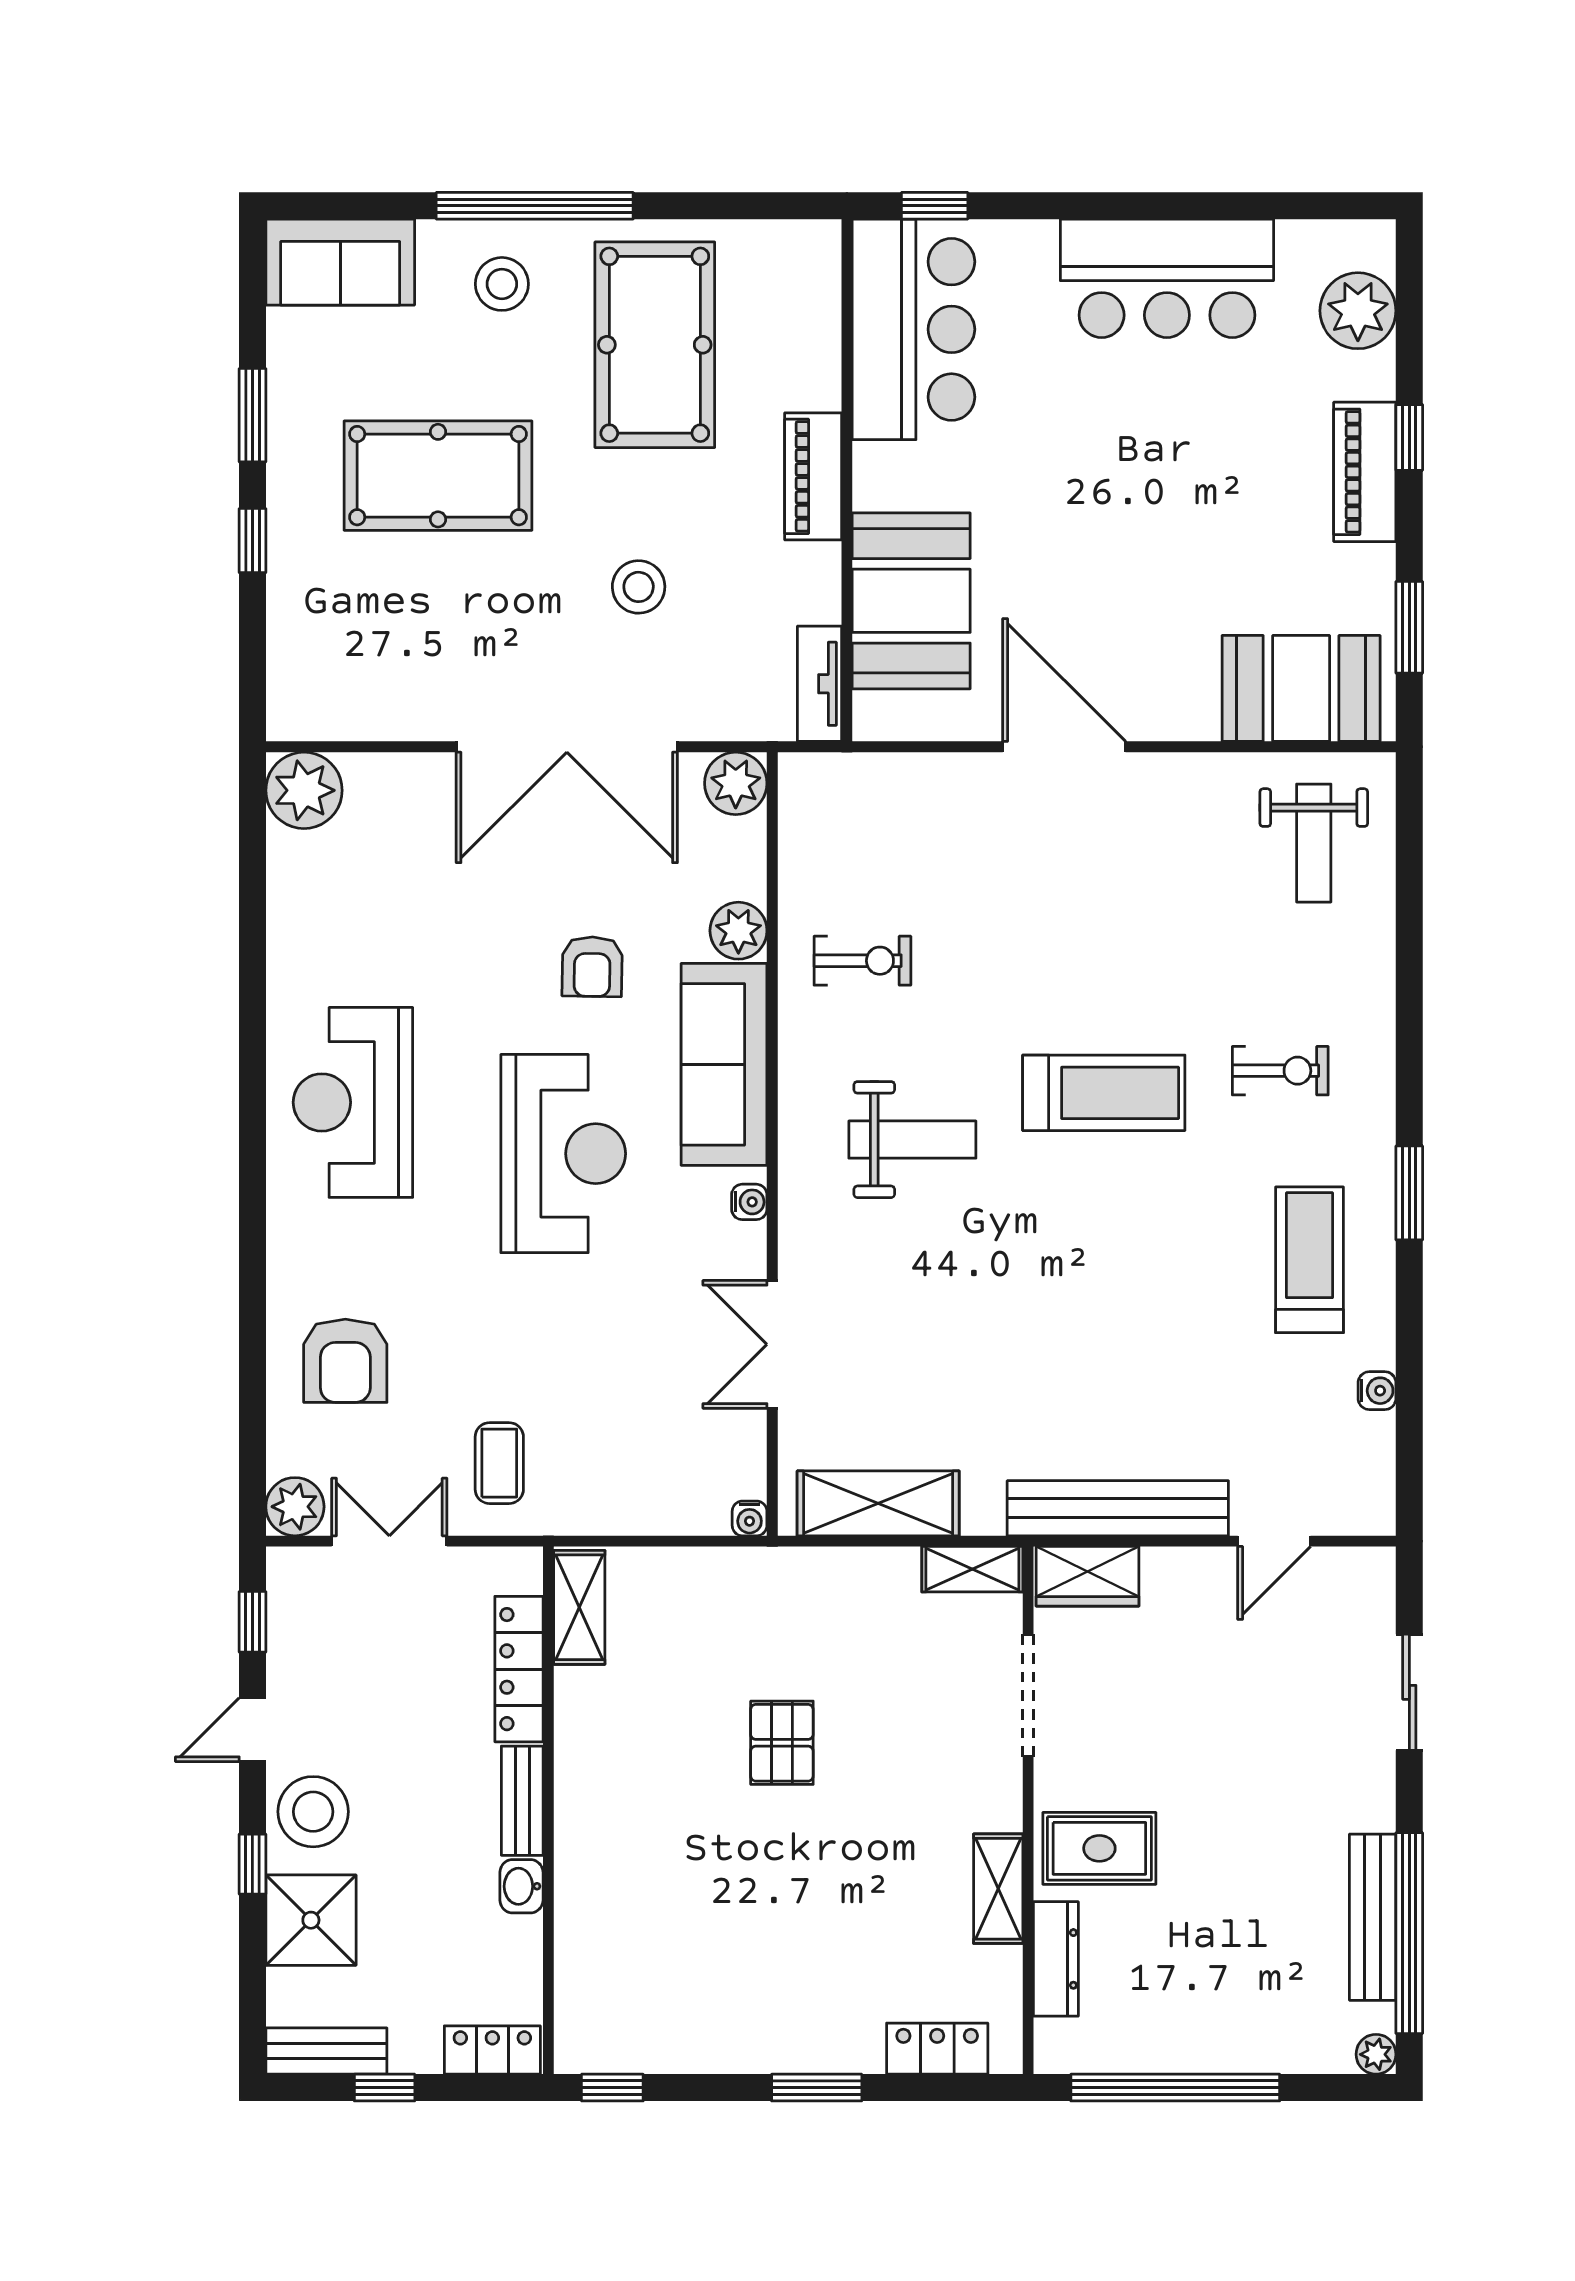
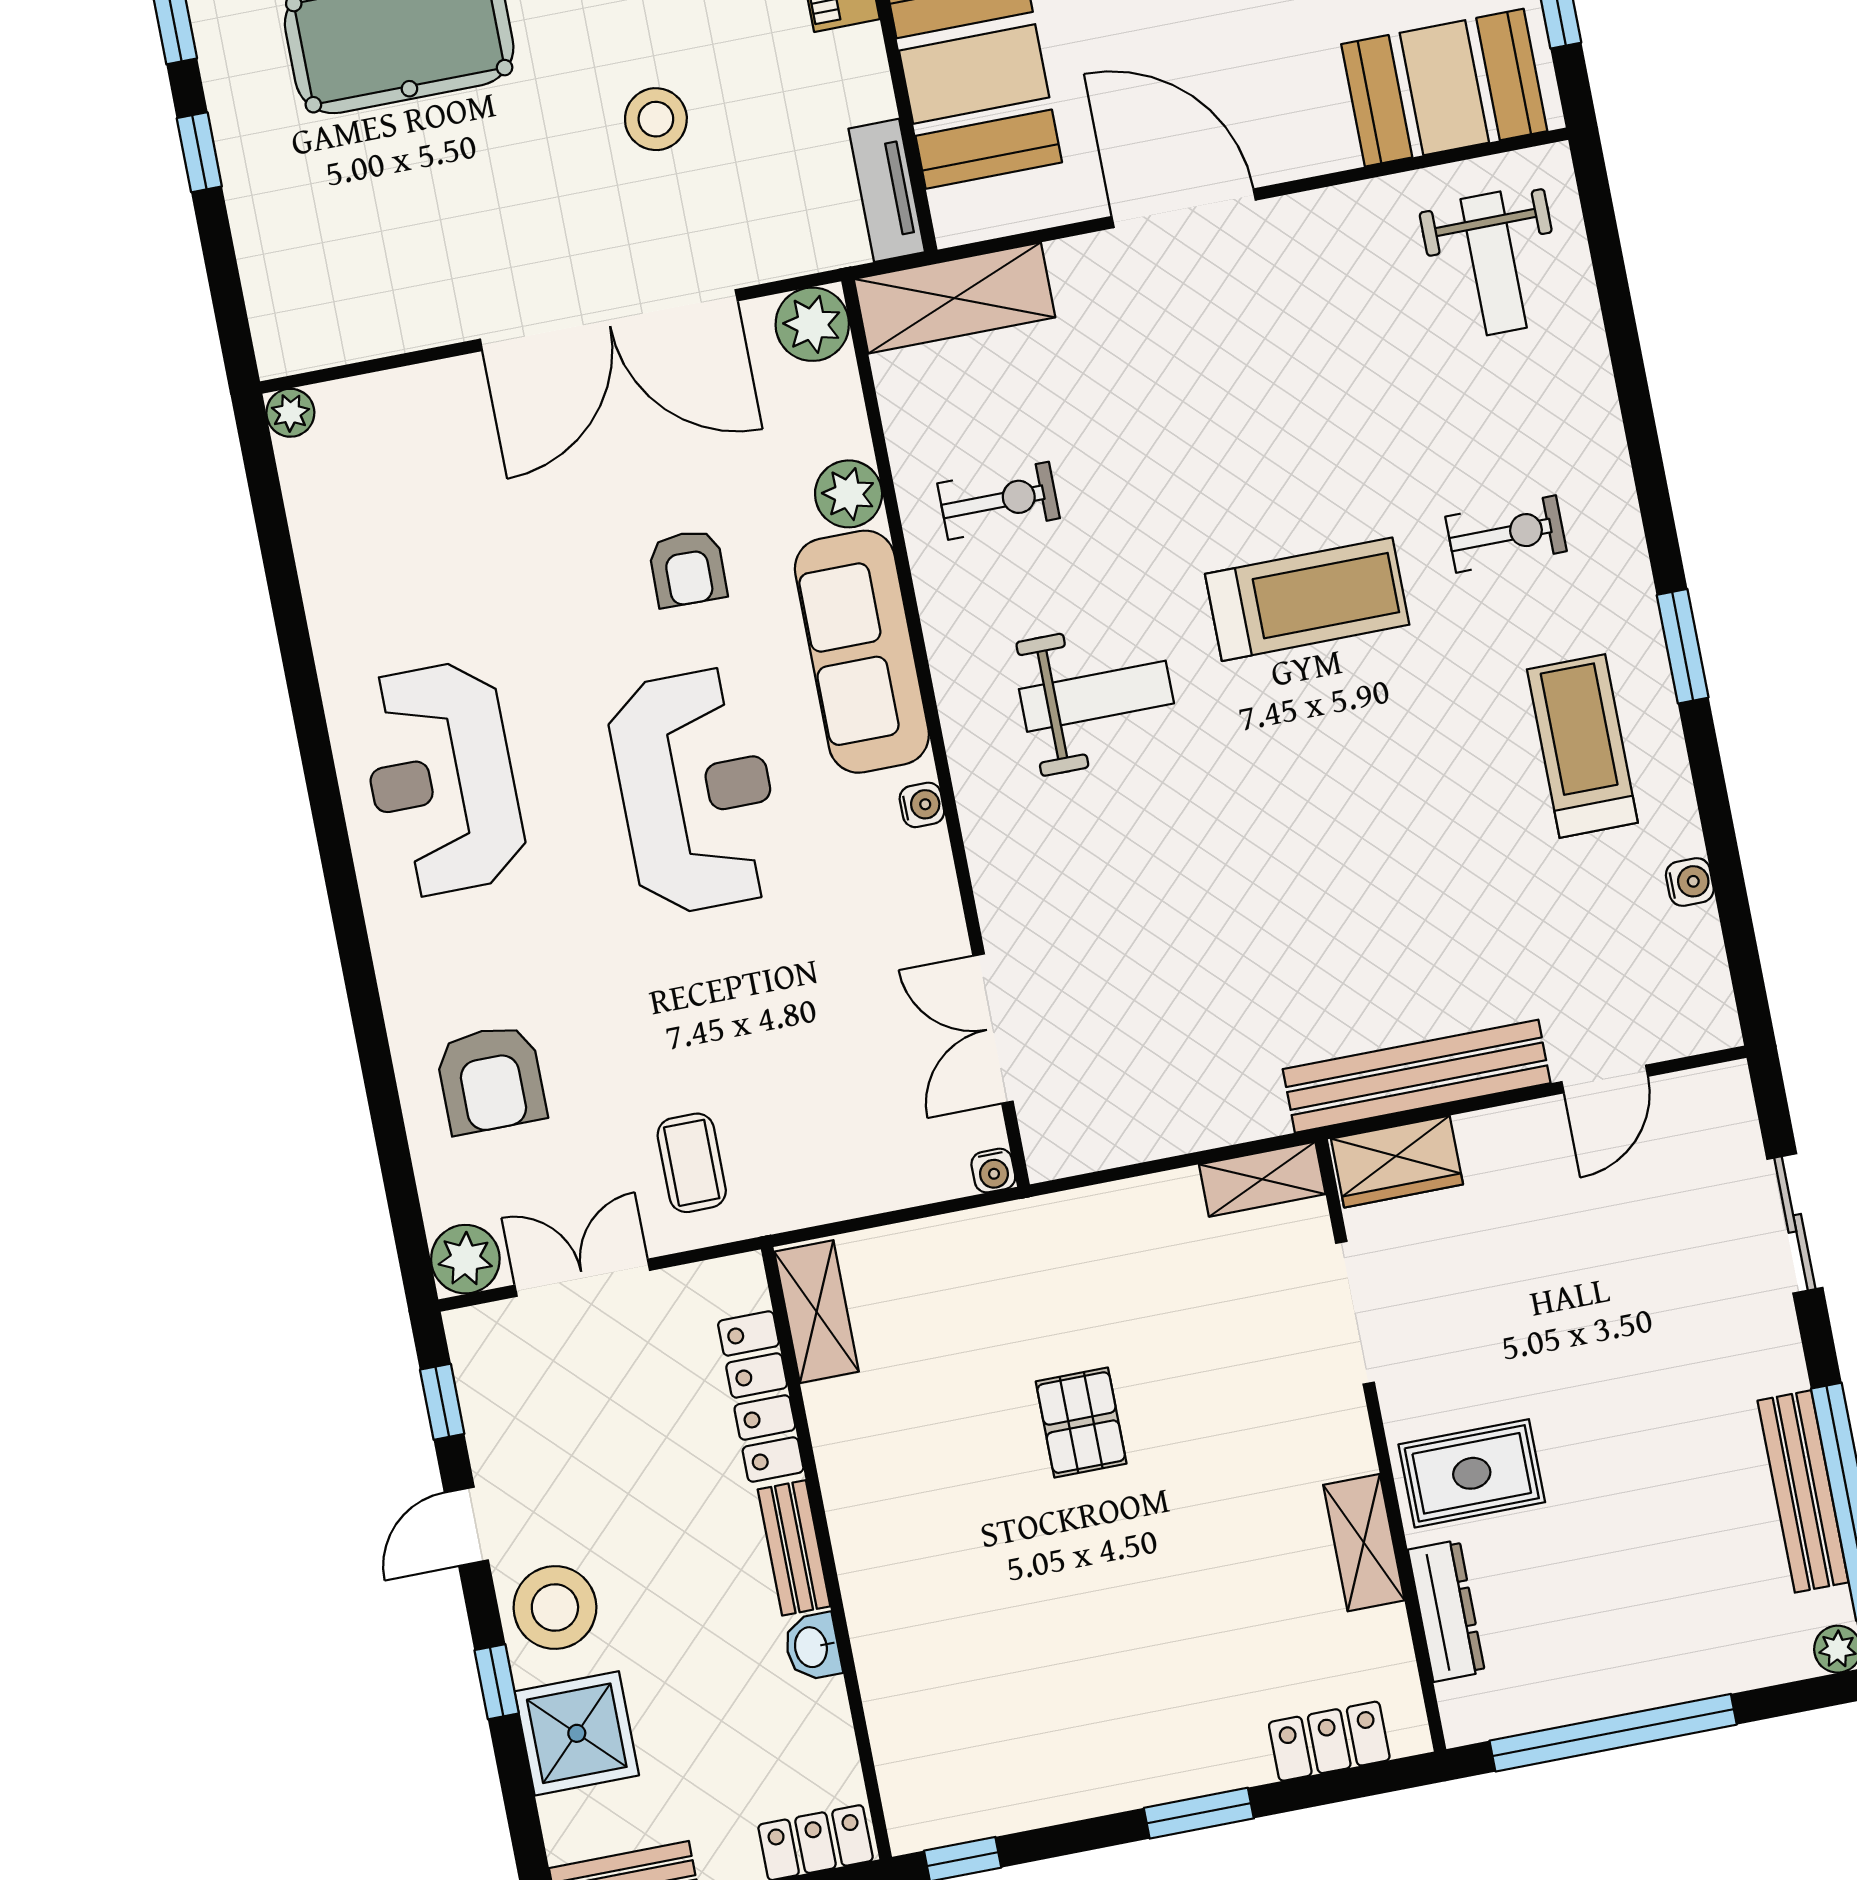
plant: (304, 790) -> (290, 413), width x0.53, depth x0.53
double door: (772, 1344) -> (993, 1029), moved
shelving: (878, 1503) -> (955, 298), moved

